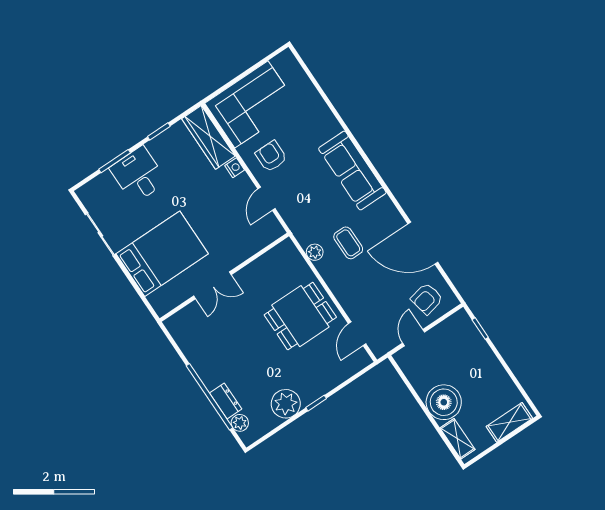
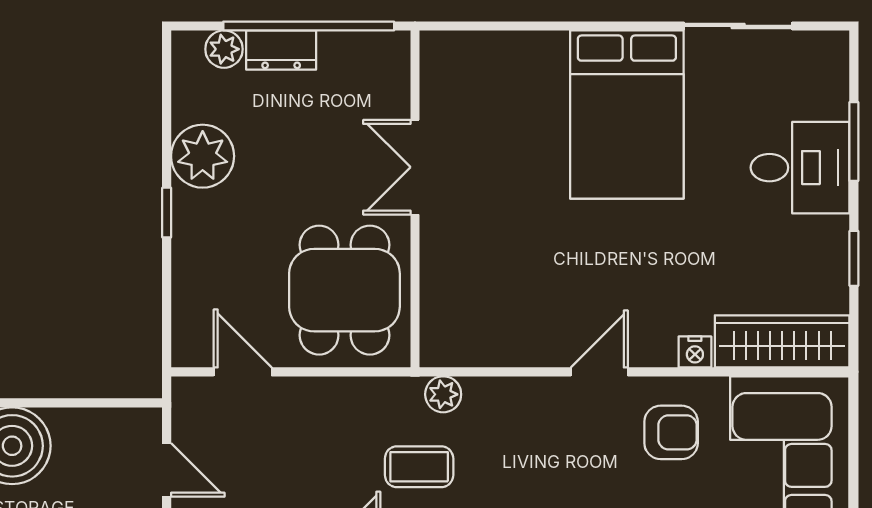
door: (266, 199) -> (599, 372), hinge flipped
wall: (224, 277) -> (415, 199), moved
double door: (212, 285) -> (415, 167), moved

